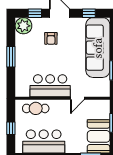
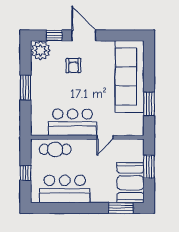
window: (89, 13) -> (119, 35), removed

